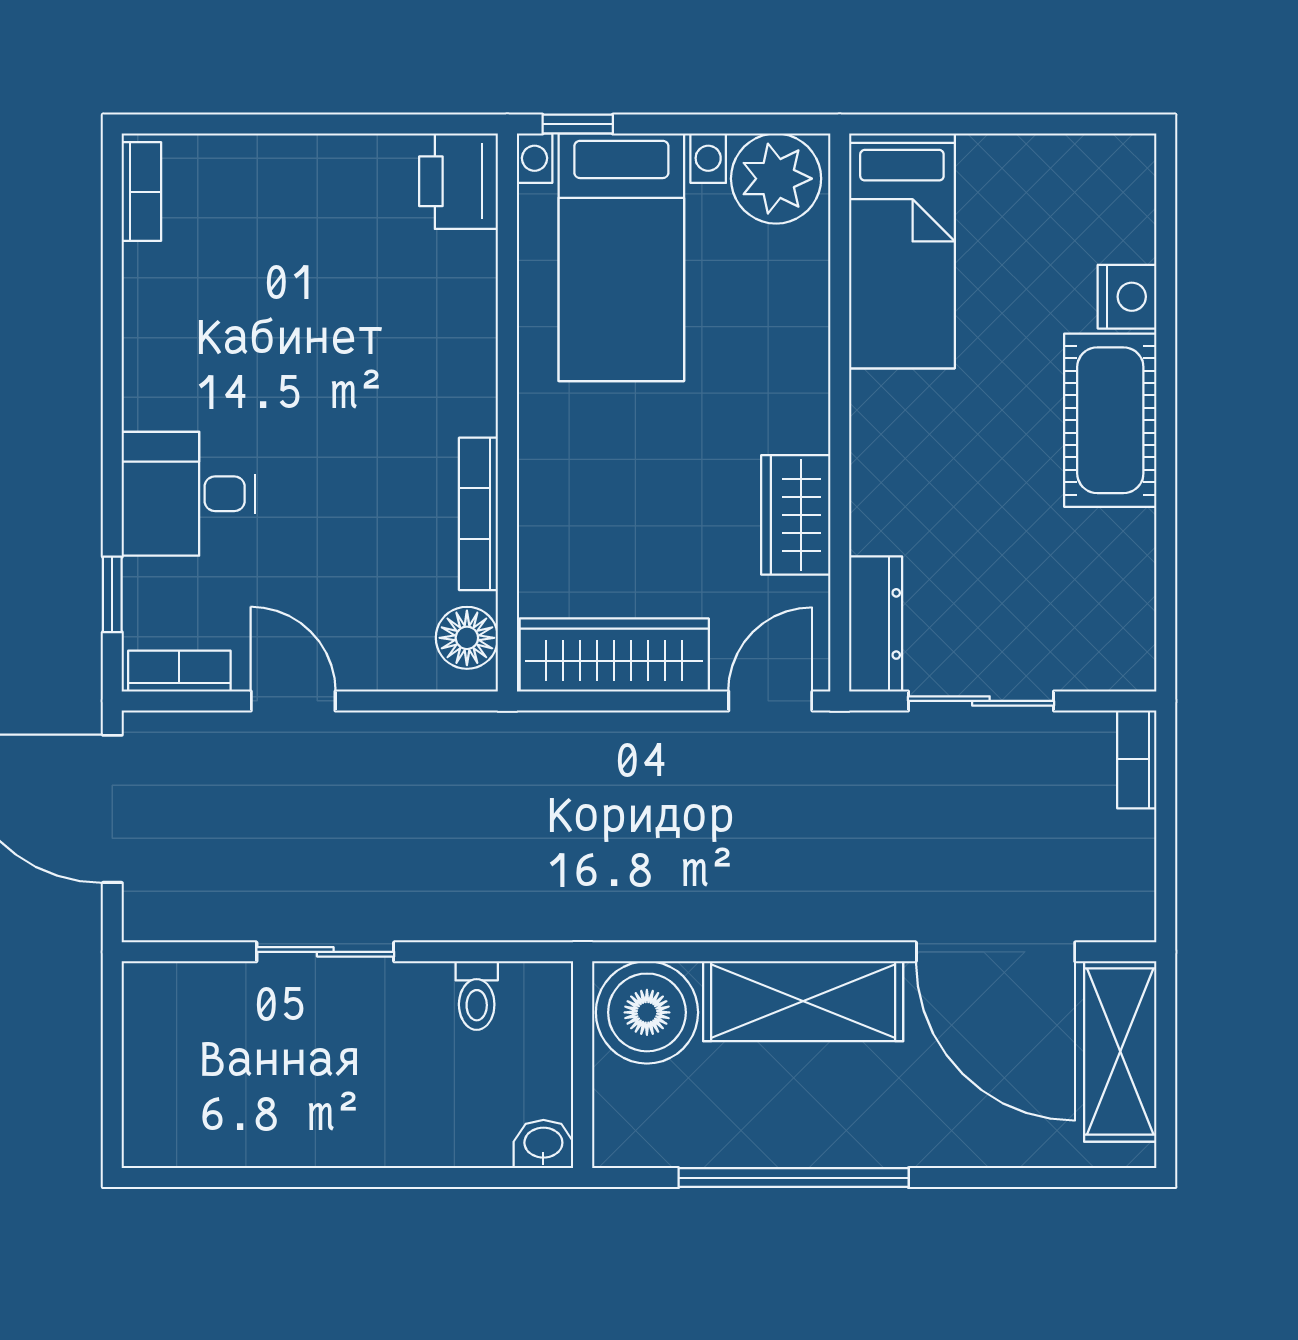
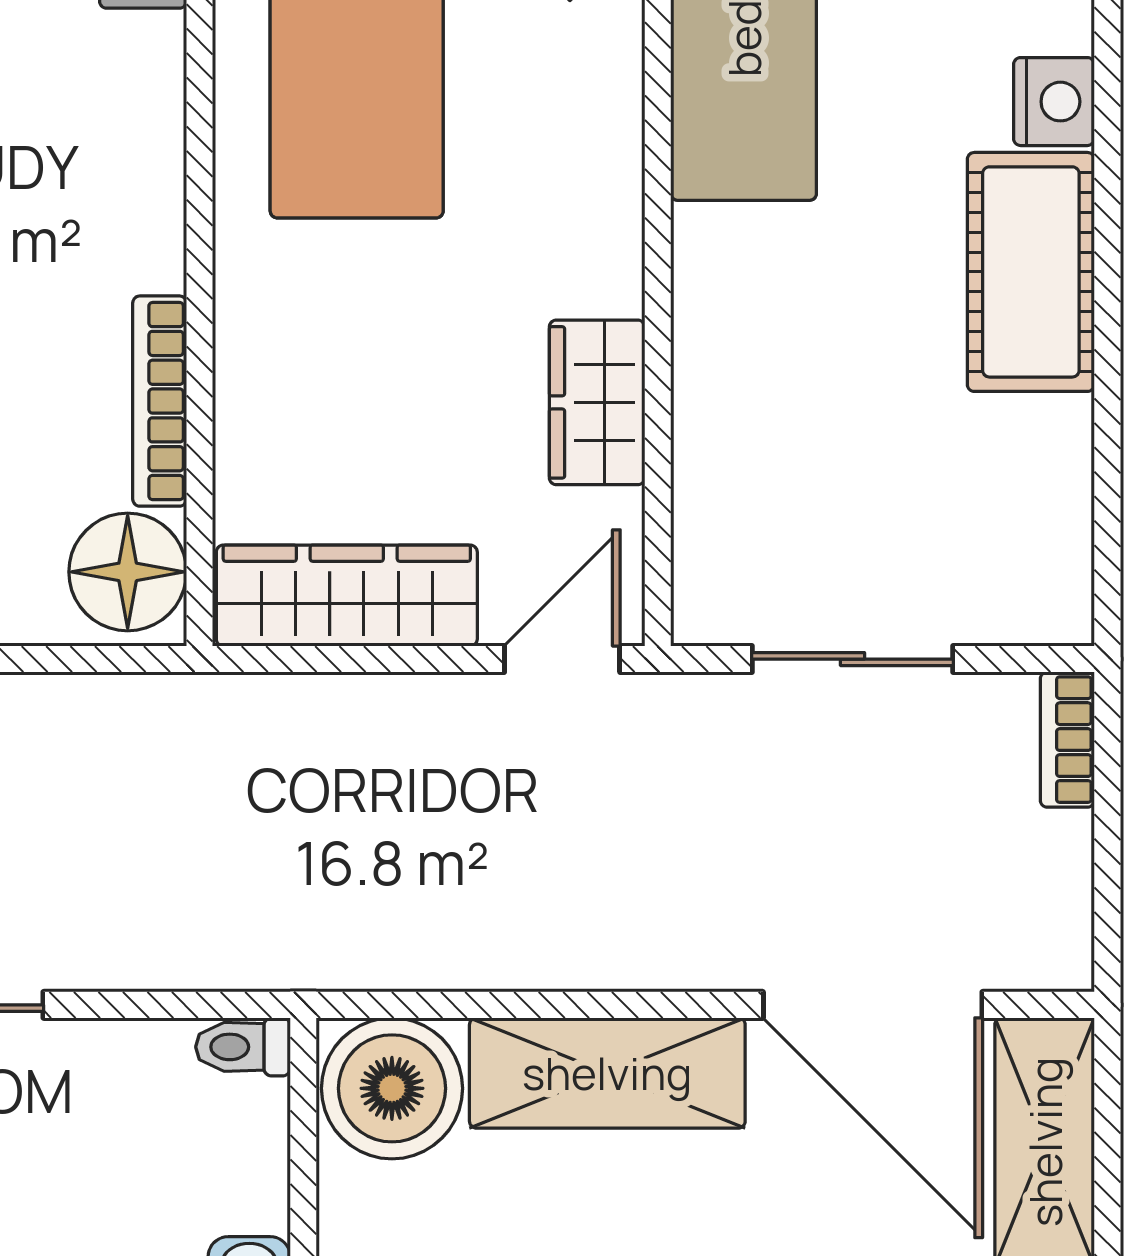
dresser: (876, 624) -> (707, 553), removed
floor lamp: (467, 638) -> (128, 572), width x1.38, depth x1.38
toilet: (477, 996) -> (243, 1047), moved, turned 90

